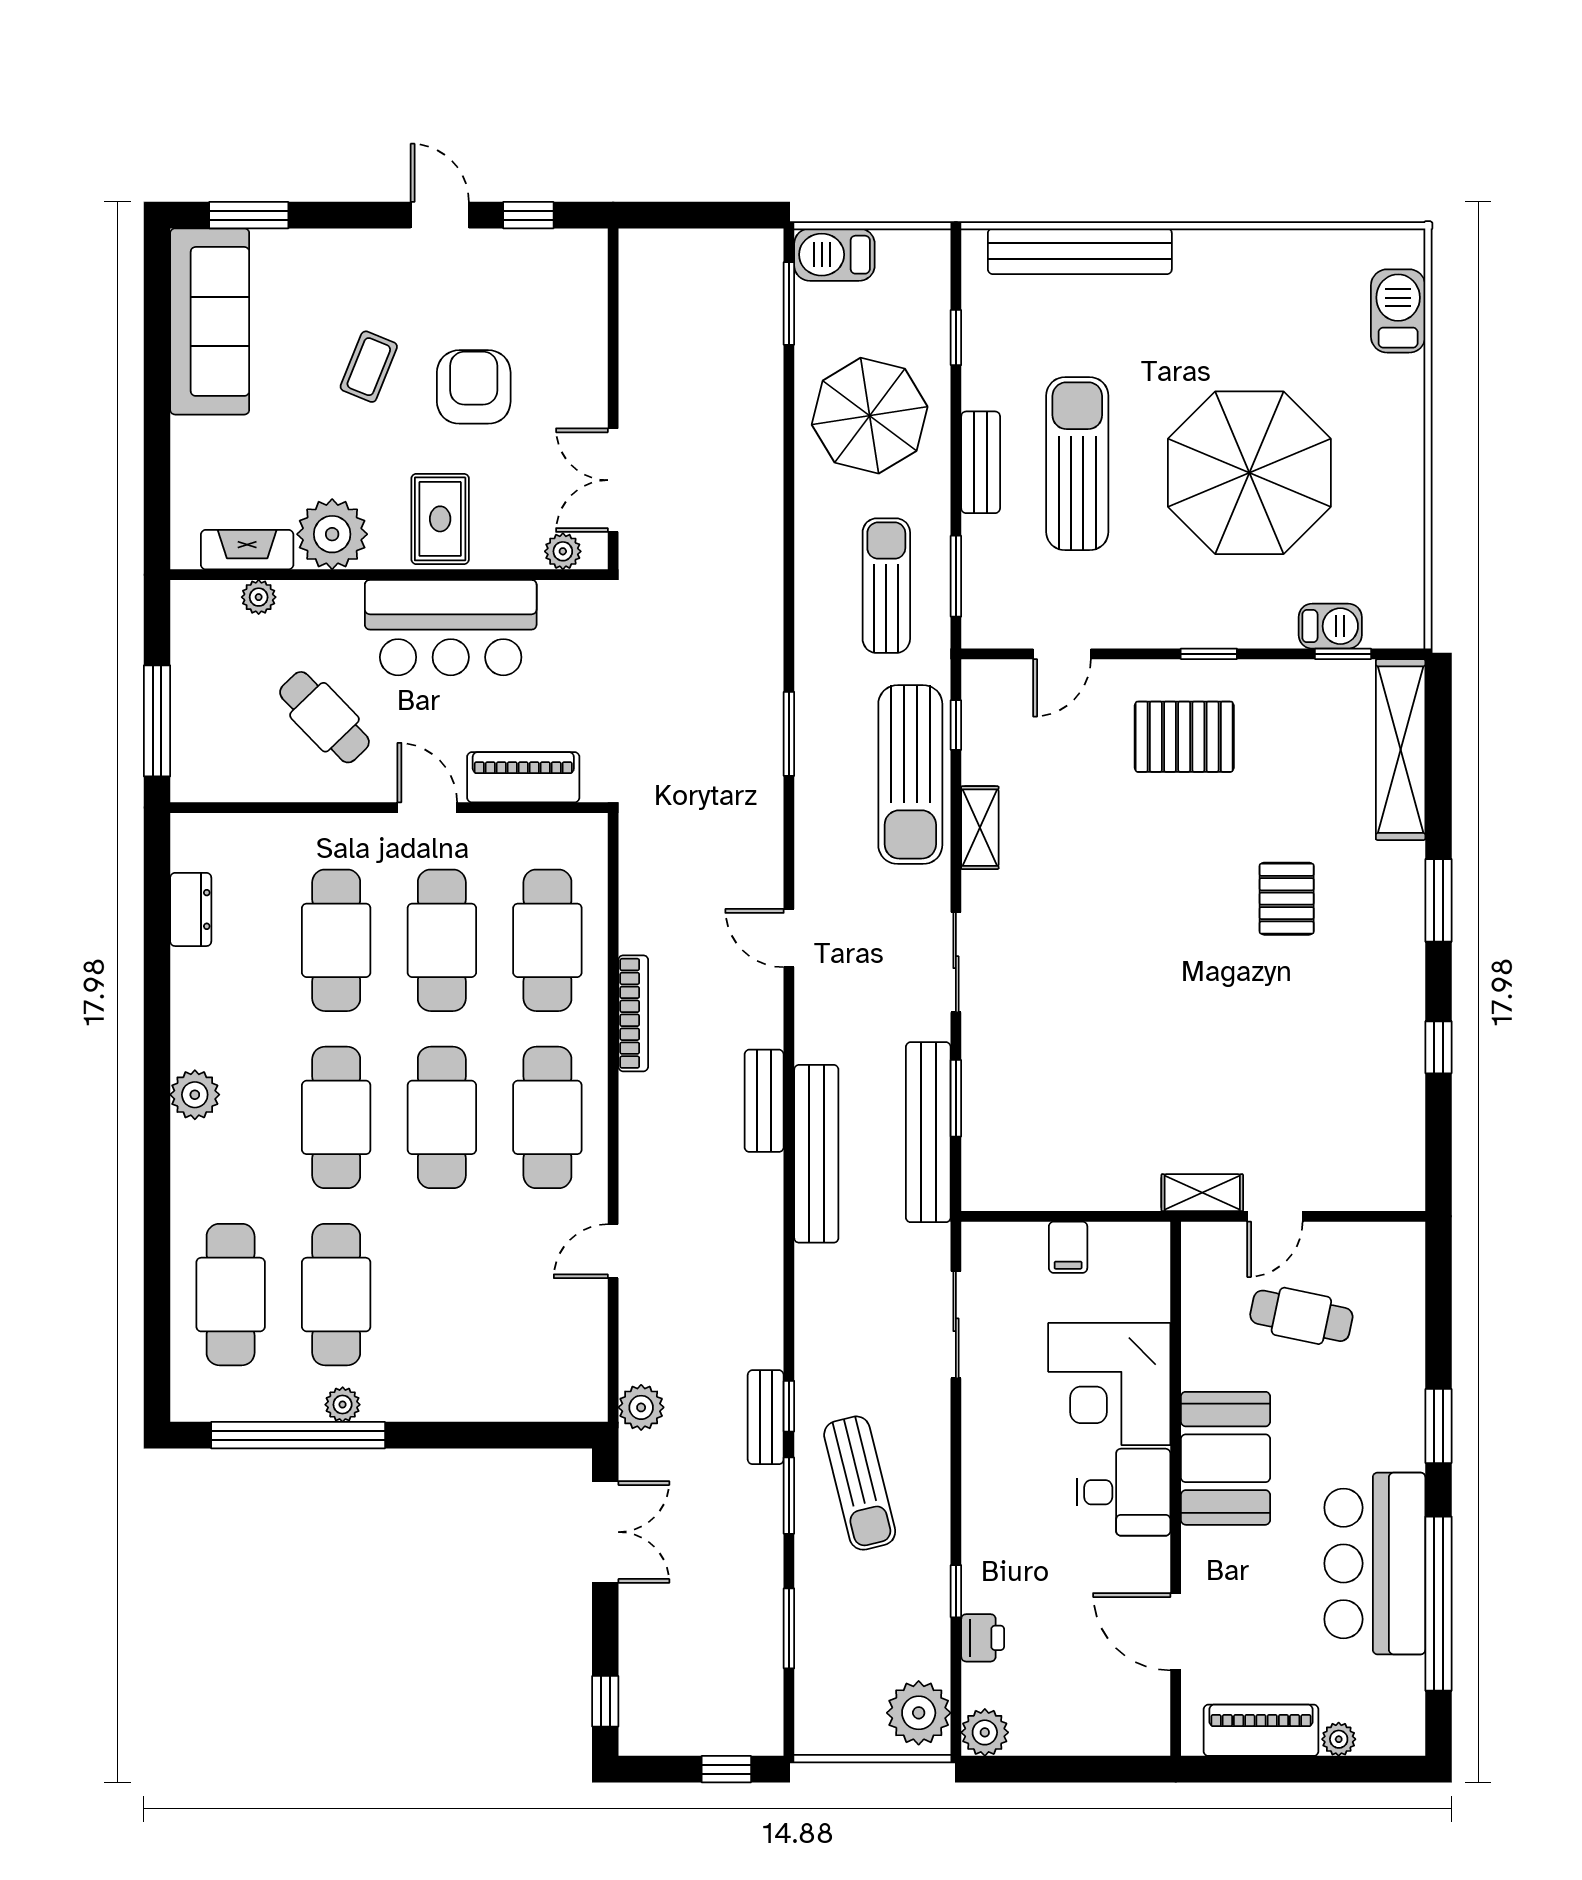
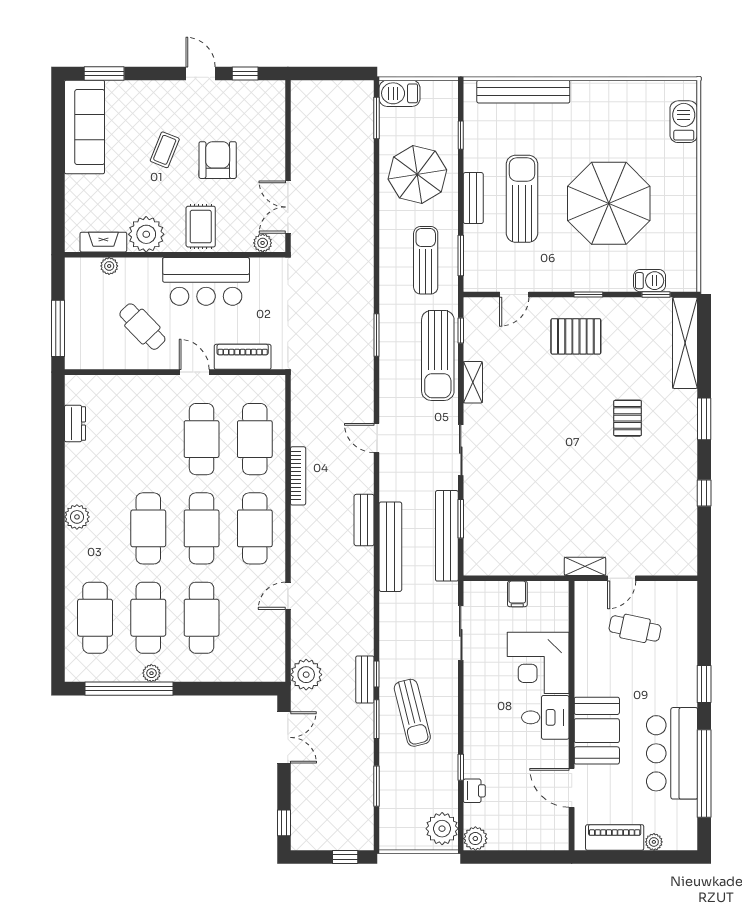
cafe table: (336, 940) -> (202, 618), moved
plant: (641, 1407) -> (306, 675), width x1.36, depth x1.36
booth: (1226, 1458) -> (597, 731), moved

